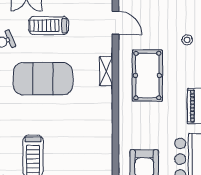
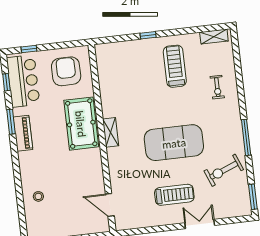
shelving: (106, 71) -> (111, 132), moved
pool table: (147, 76) -> (81, 124), moved

